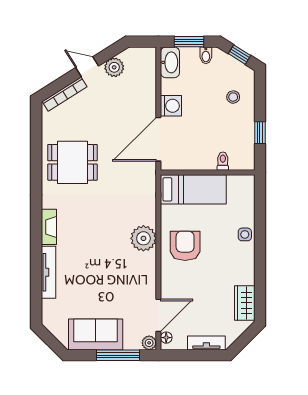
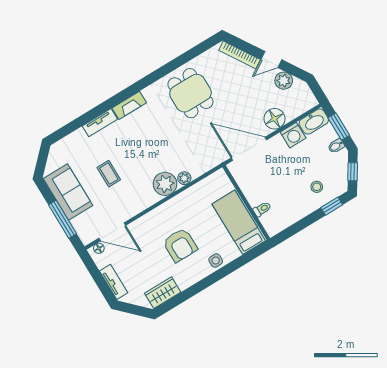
door: (87, 67) -> (271, 59), swing flipped
floor lamp: (145, 98) -> (274, 119), added
washing machine: (171, 106) -> (293, 135), moved
window: (260, 133) -> (332, 206), moved
bed: (193, 189) -> (239, 222), moved, turned 180
armchair: (185, 246) -> (180, 245), moved, turned 90
tv unit: (48, 272) -> (100, 123), width x0.71
coffee table: (102, 285) -> (109, 174), added
plant: (149, 343) -> (184, 178), moved

